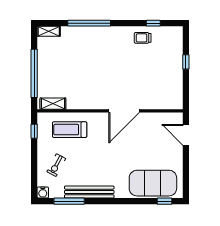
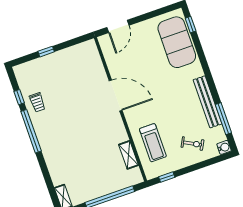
window: (89, 23) -> (31, 131), moved
shelving: (53, 104) -> (128, 155), moved

